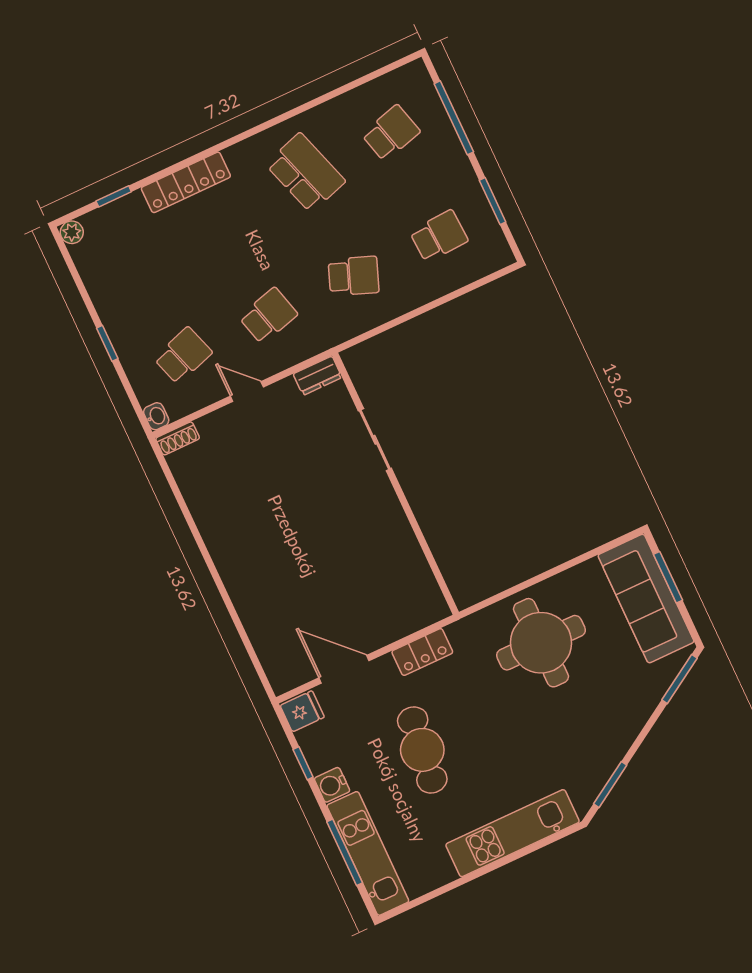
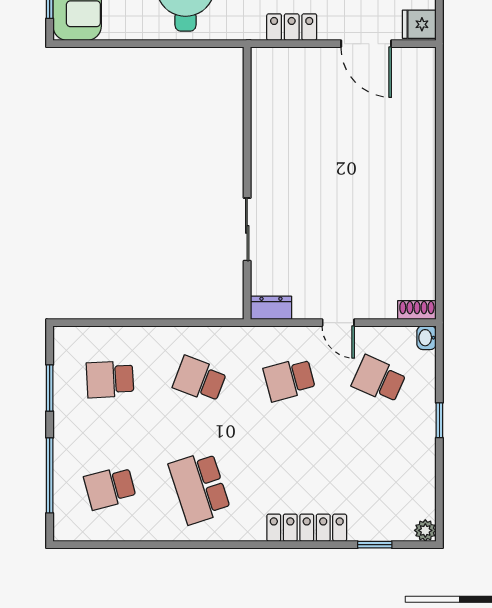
school desk: (183, 355) -> (379, 379), turned 42

